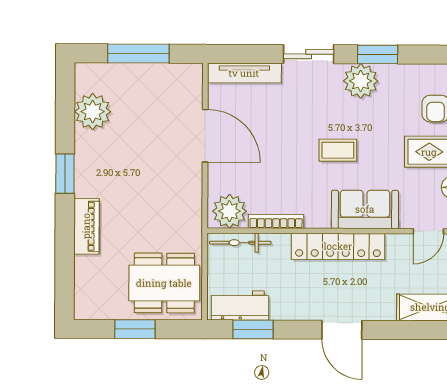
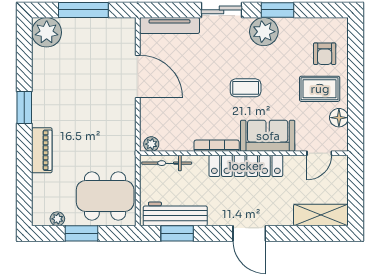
plant: (93, 112) -> (47, 32), moved
plant: (229, 211) -> (151, 144), width x0.53, depth x0.53
bookcase: (276, 221) -> (217, 146), moved
workbench: (240, 305) -> (175, 214), width x1.37
plant: (105, 311) -> (57, 219), added

